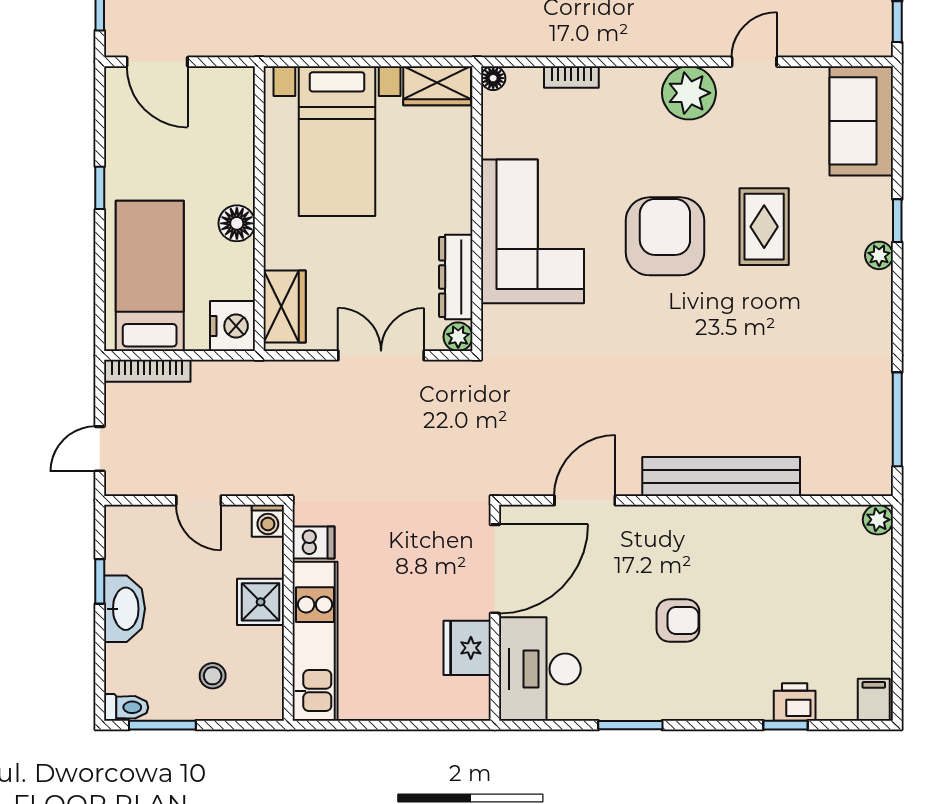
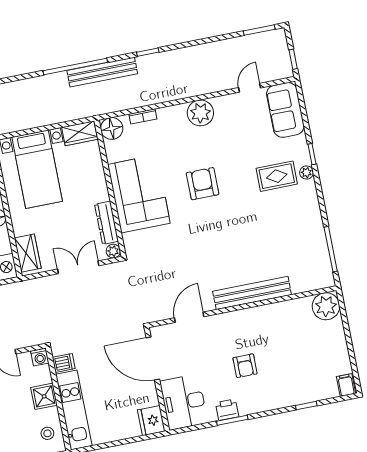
door: (754, 62) -> (250, 88), moved
floor lamp: (493, 78) -> (112, 128), width x1.89, depth x1.89
rug: (764, 227) -> (277, 176), moved, turned 90
armchair: (665, 236) -> (203, 184), width x0.73, depth x0.73
plant: (878, 520) -> (326, 306), width x1.87, depth x1.87
door: (495, 569) -> (153, 358), swing flipped
armchair: (678, 620) -> (245, 366), turned 90
fridge: (467, 648) -> (151, 421), moved
stool: (213, 676) -> (47, 433), moved
printer: (795, 702) -> (227, 410), moved

